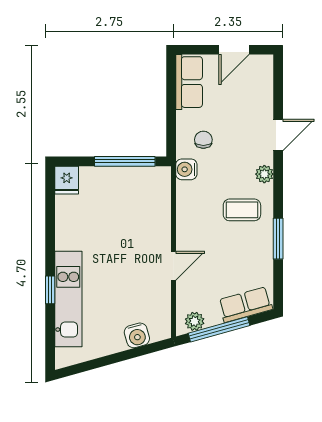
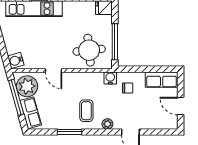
round table: (139, 205) -> (89, 50), added
plant: (195, 321) -> (27, 86), width x1.87, depth x1.87
water cooler: (137, 335) -> (16, 60), moved

